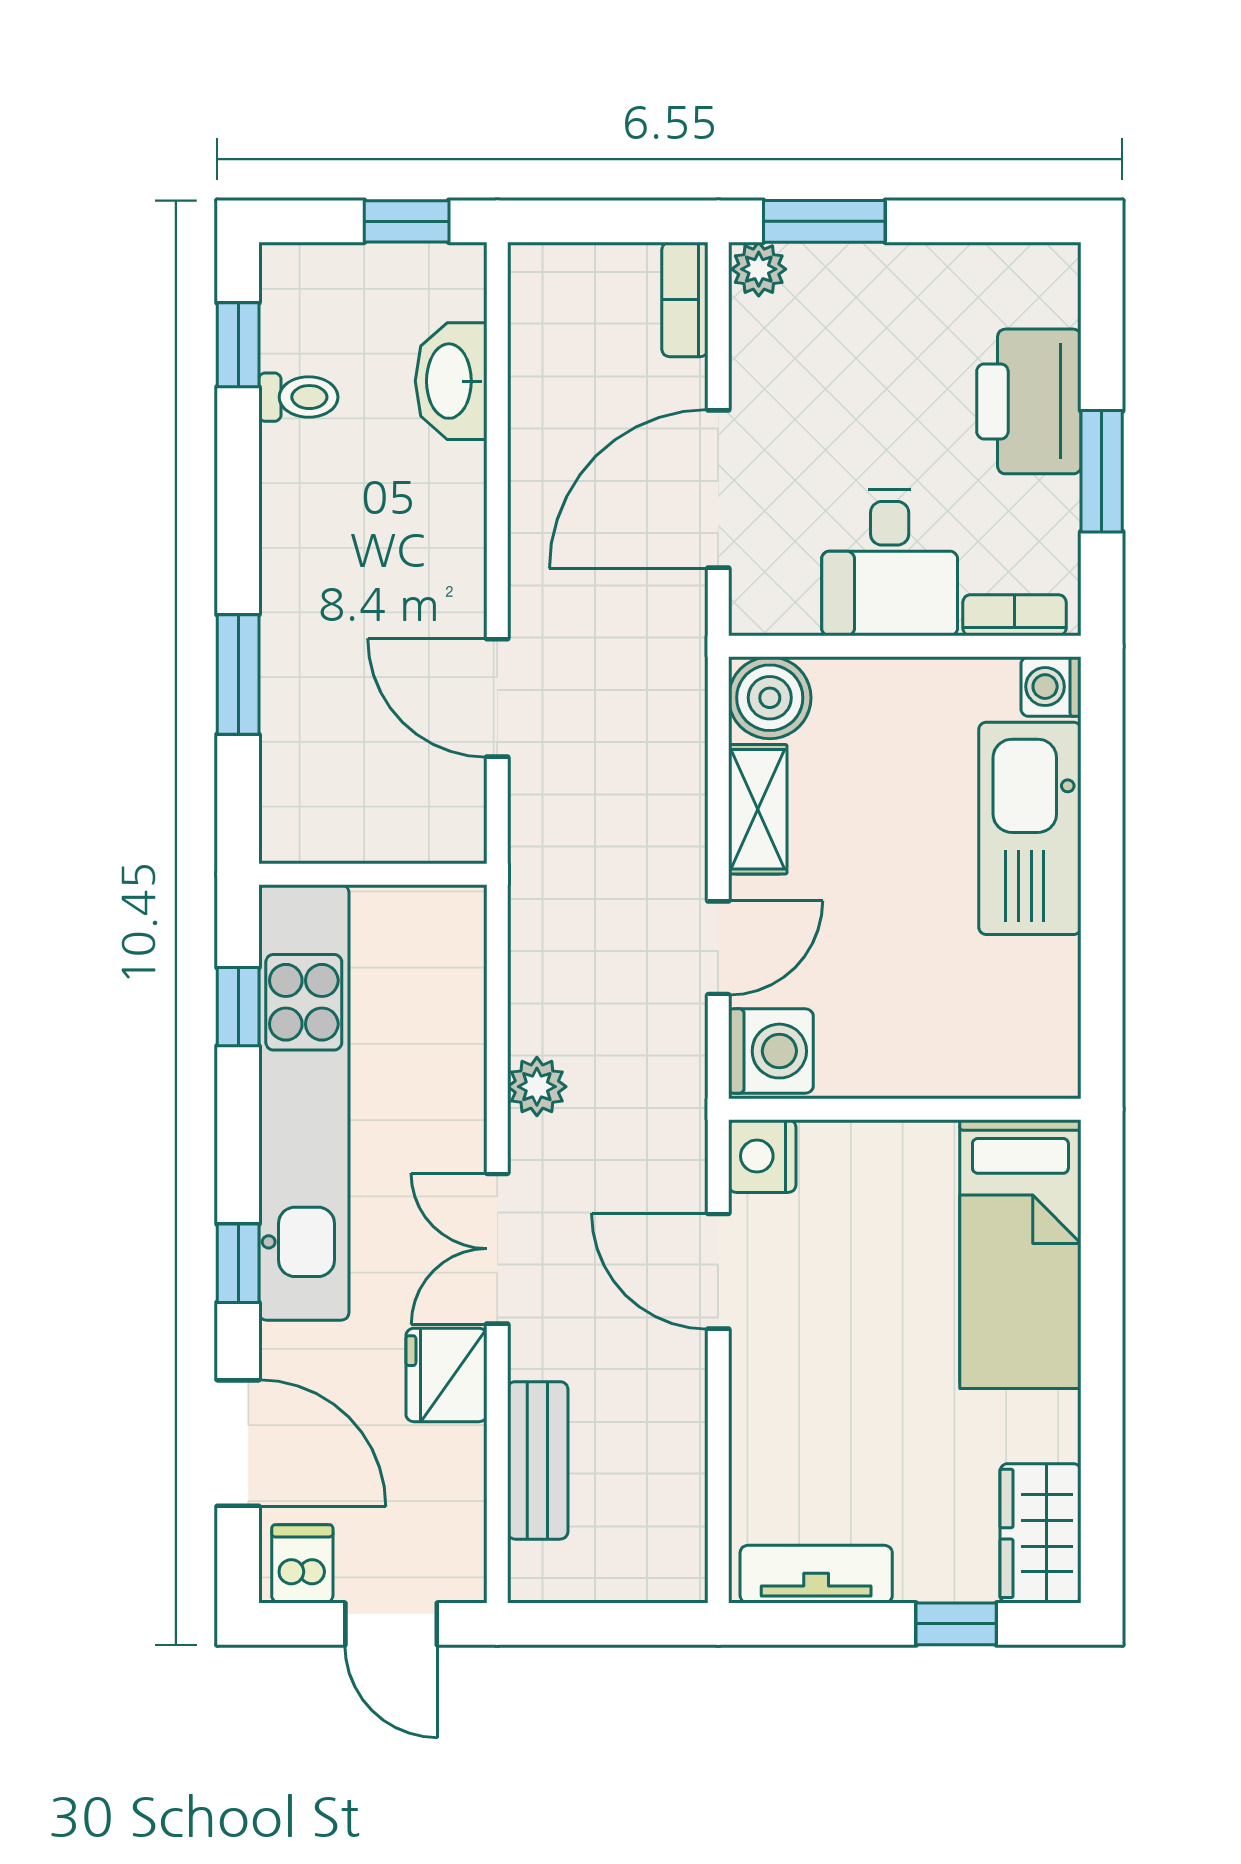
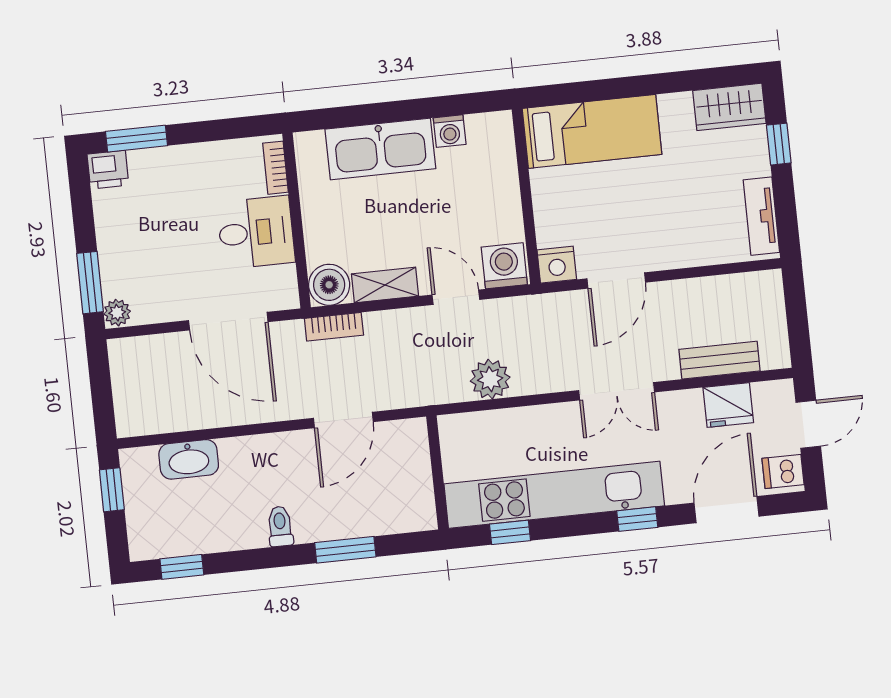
bookcase: (685, 299) -> (334, 327), moved
toilet: (298, 397) -> (280, 526), moved
printer: (1029, 401) -> (108, 170), moved, width x0.53, depth x0.68
window: (1102, 471) -> (136, 139), moved
washing machine: (1051, 687) -> (450, 131), moved
plant: (537, 1087) -> (490, 379), moved, width x1.38, depth x1.38
fridge: (446, 1375) -> (728, 405), moved

